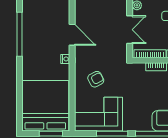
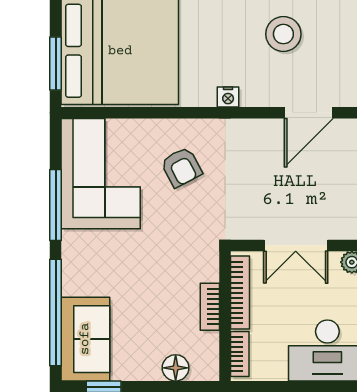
stool: (38, 35) -> (283, 34), added
door: (72, 35) -> (309, 113), moved

